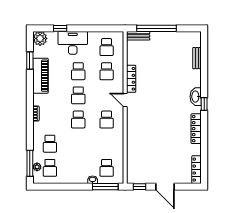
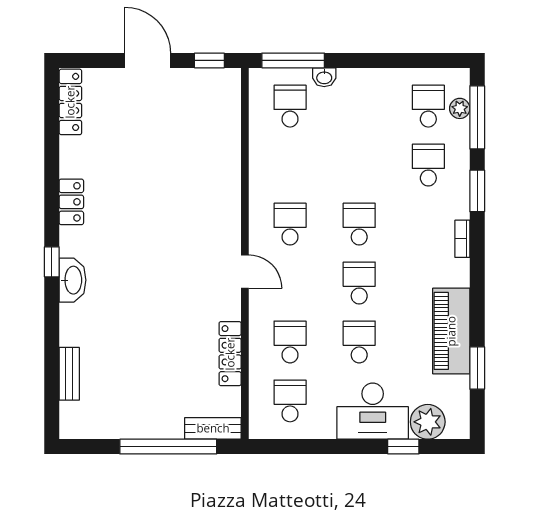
plant: (40, 38) -> (428, 422), moved
locker: (131, 79) -> (230, 354), moved
locker: (196, 129) -> (71, 202), width x0.66
window: (30, 133) -> (477, 191), added

